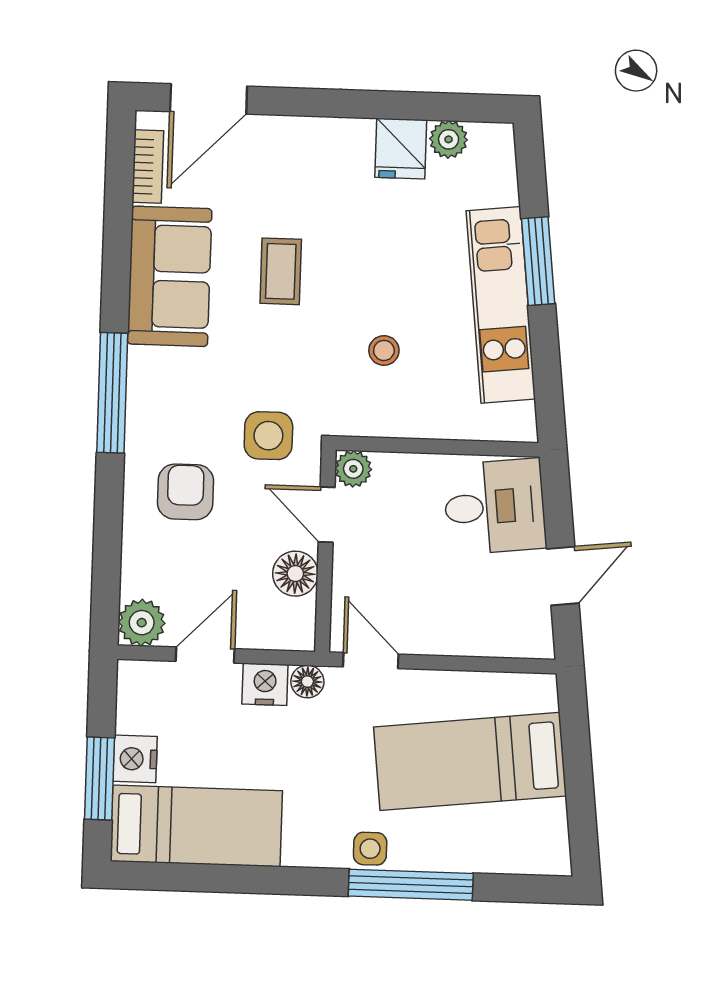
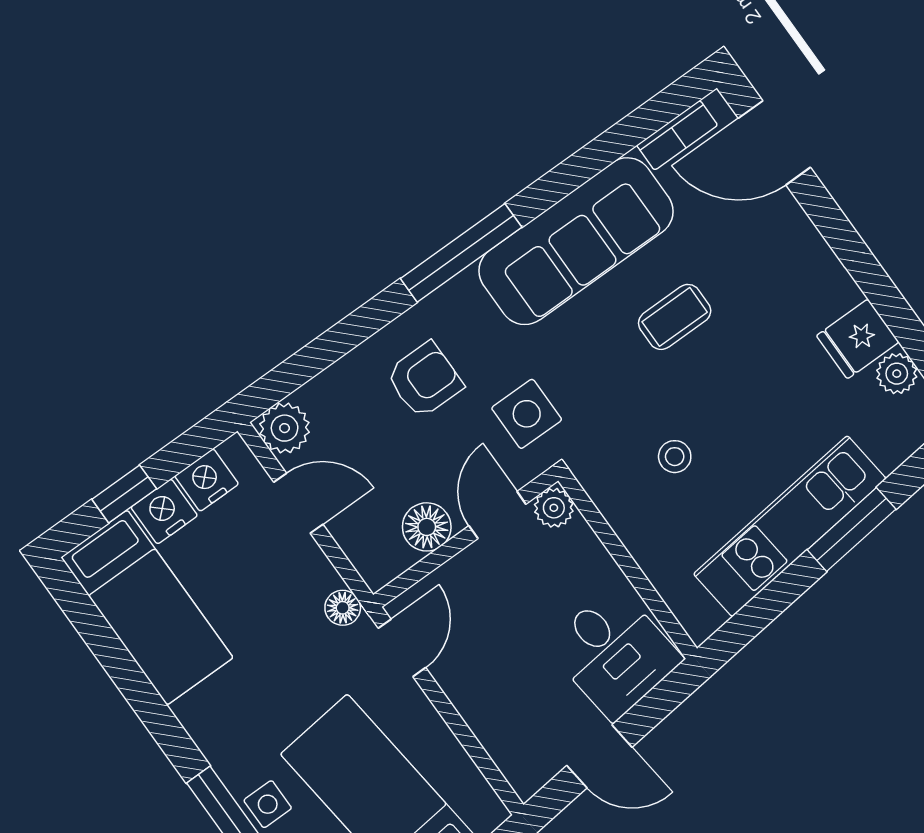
sofa: (170, 276) -> (576, 241), width x1.36
nightstand: (265, 684) -> (207, 480), moved, turned -90
window: (99, 778) -> (124, 494), width x0.67
side table: (370, 849) -> (268, 804), moved

